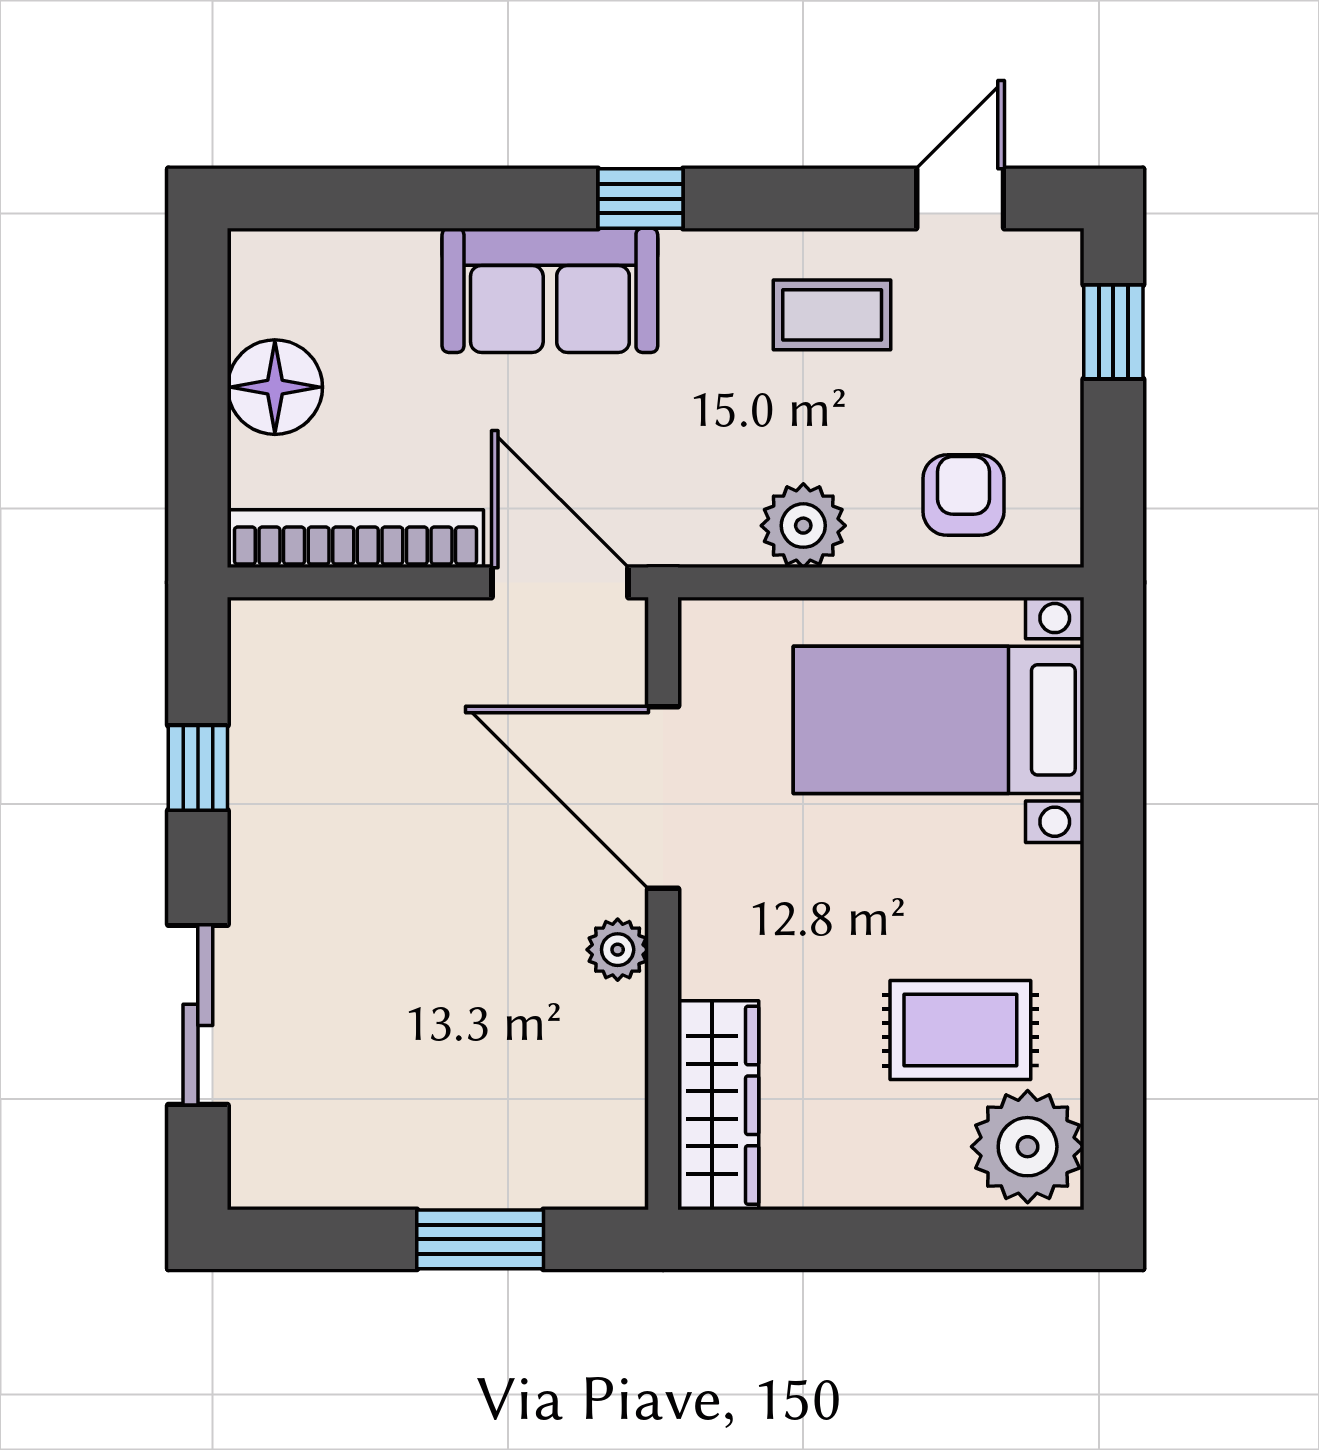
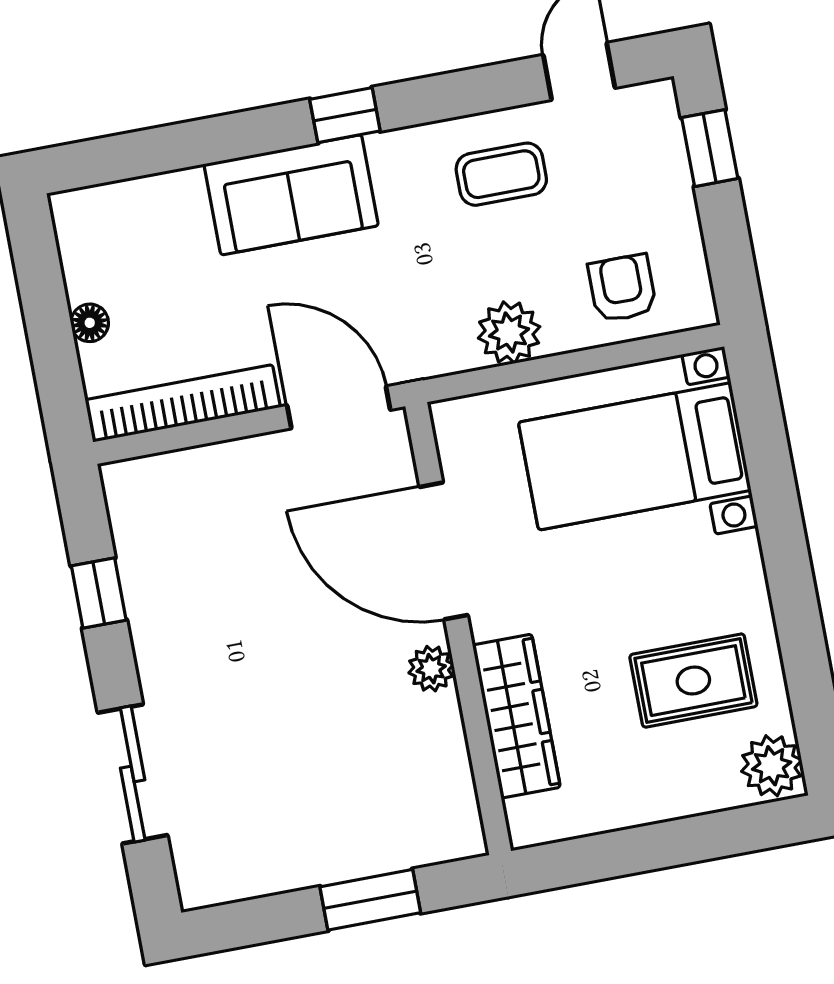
floor lamp: (275, 387) -> (90, 323), width x0.53, depth x0.53
wardrobe: (718, 1105) -> (516, 716), moved
plant: (1028, 1147) -> (772, 766), width x0.73, depth x0.73

